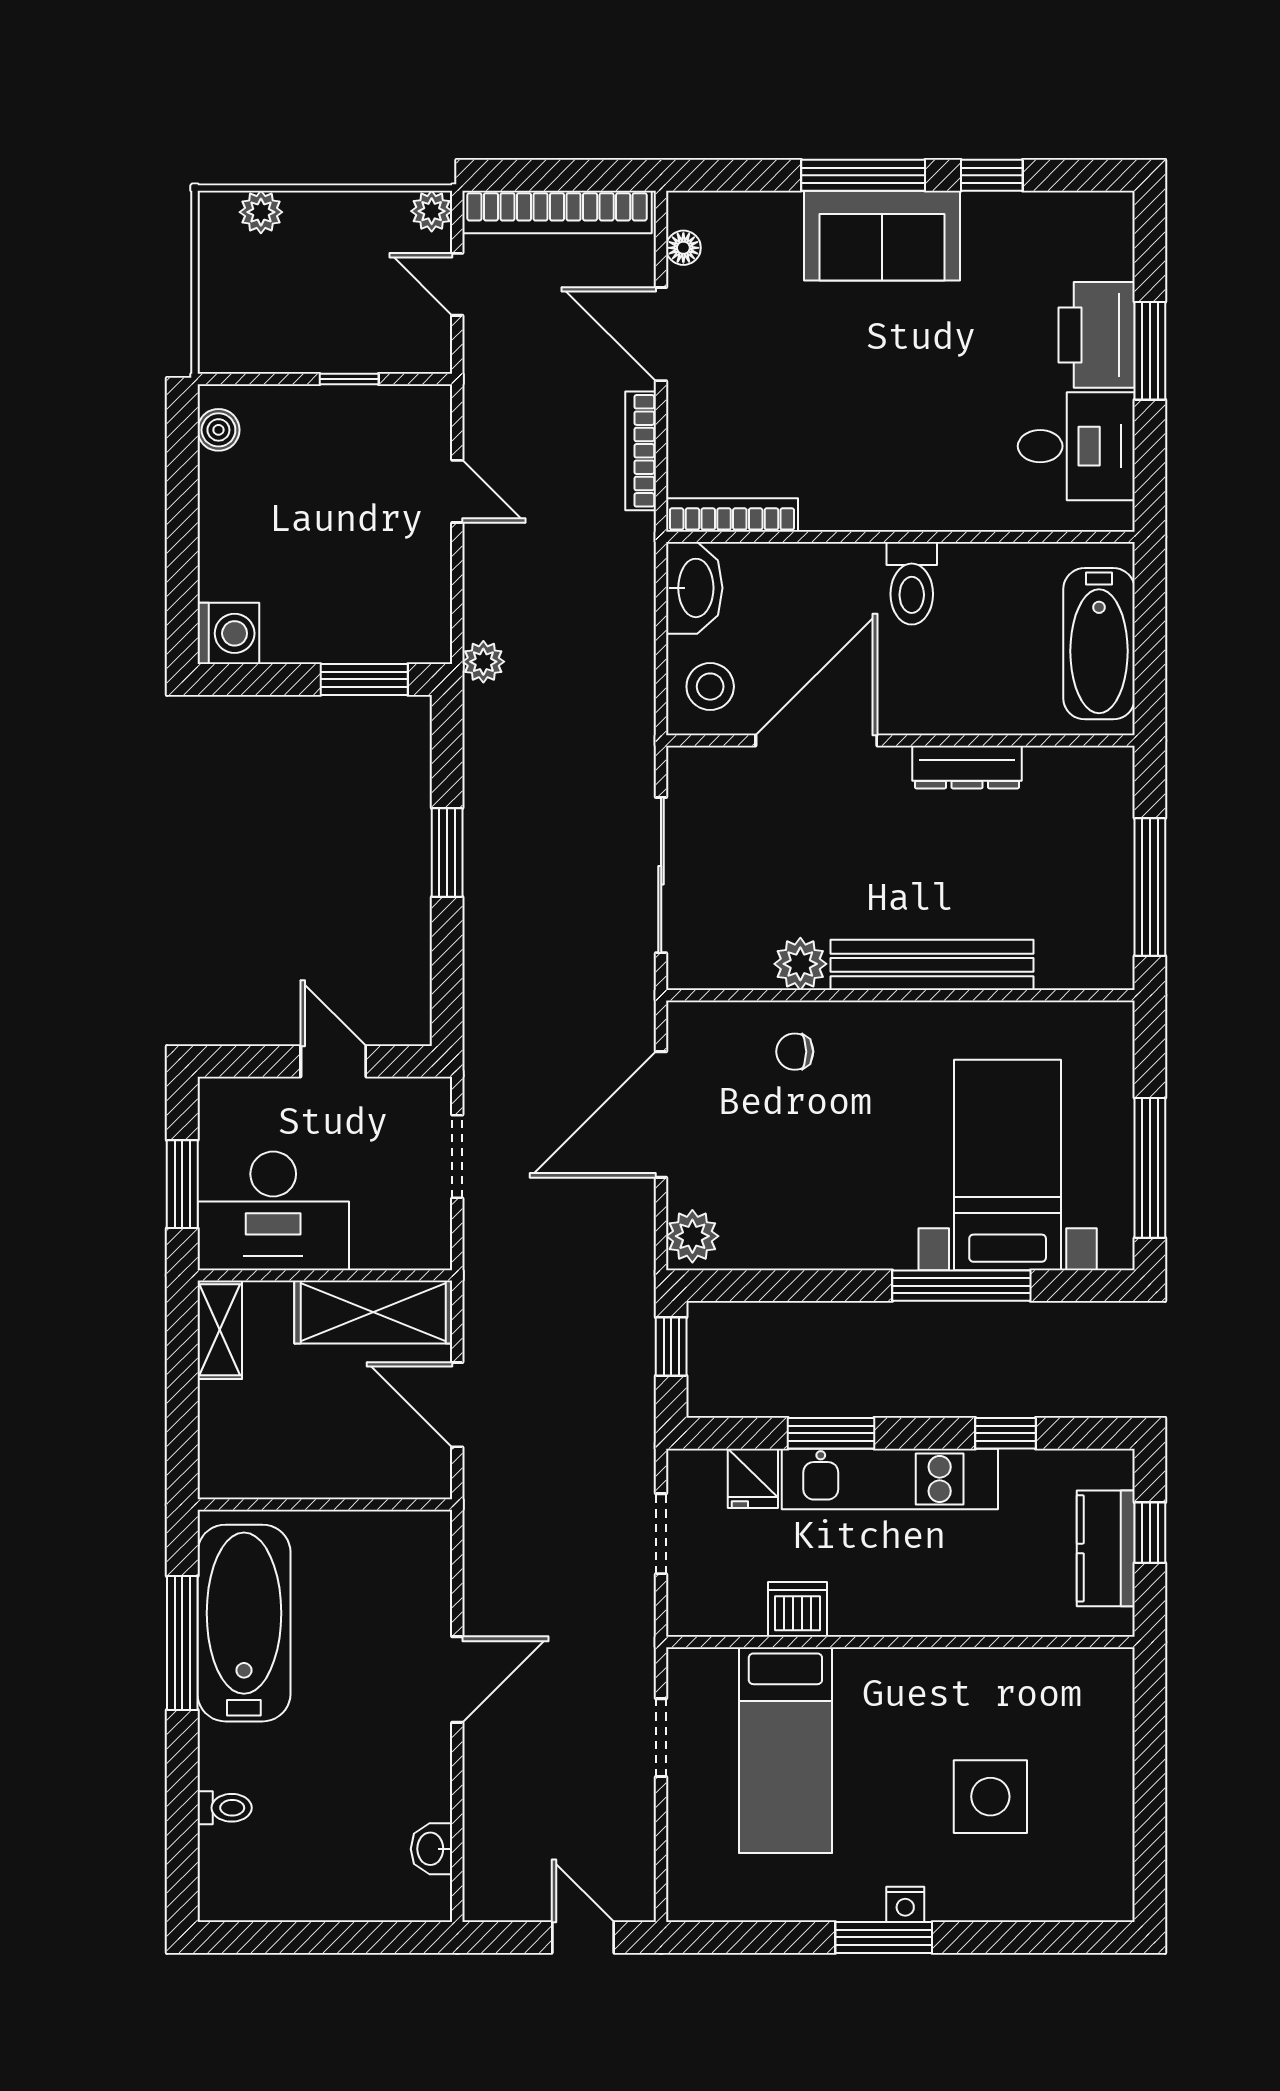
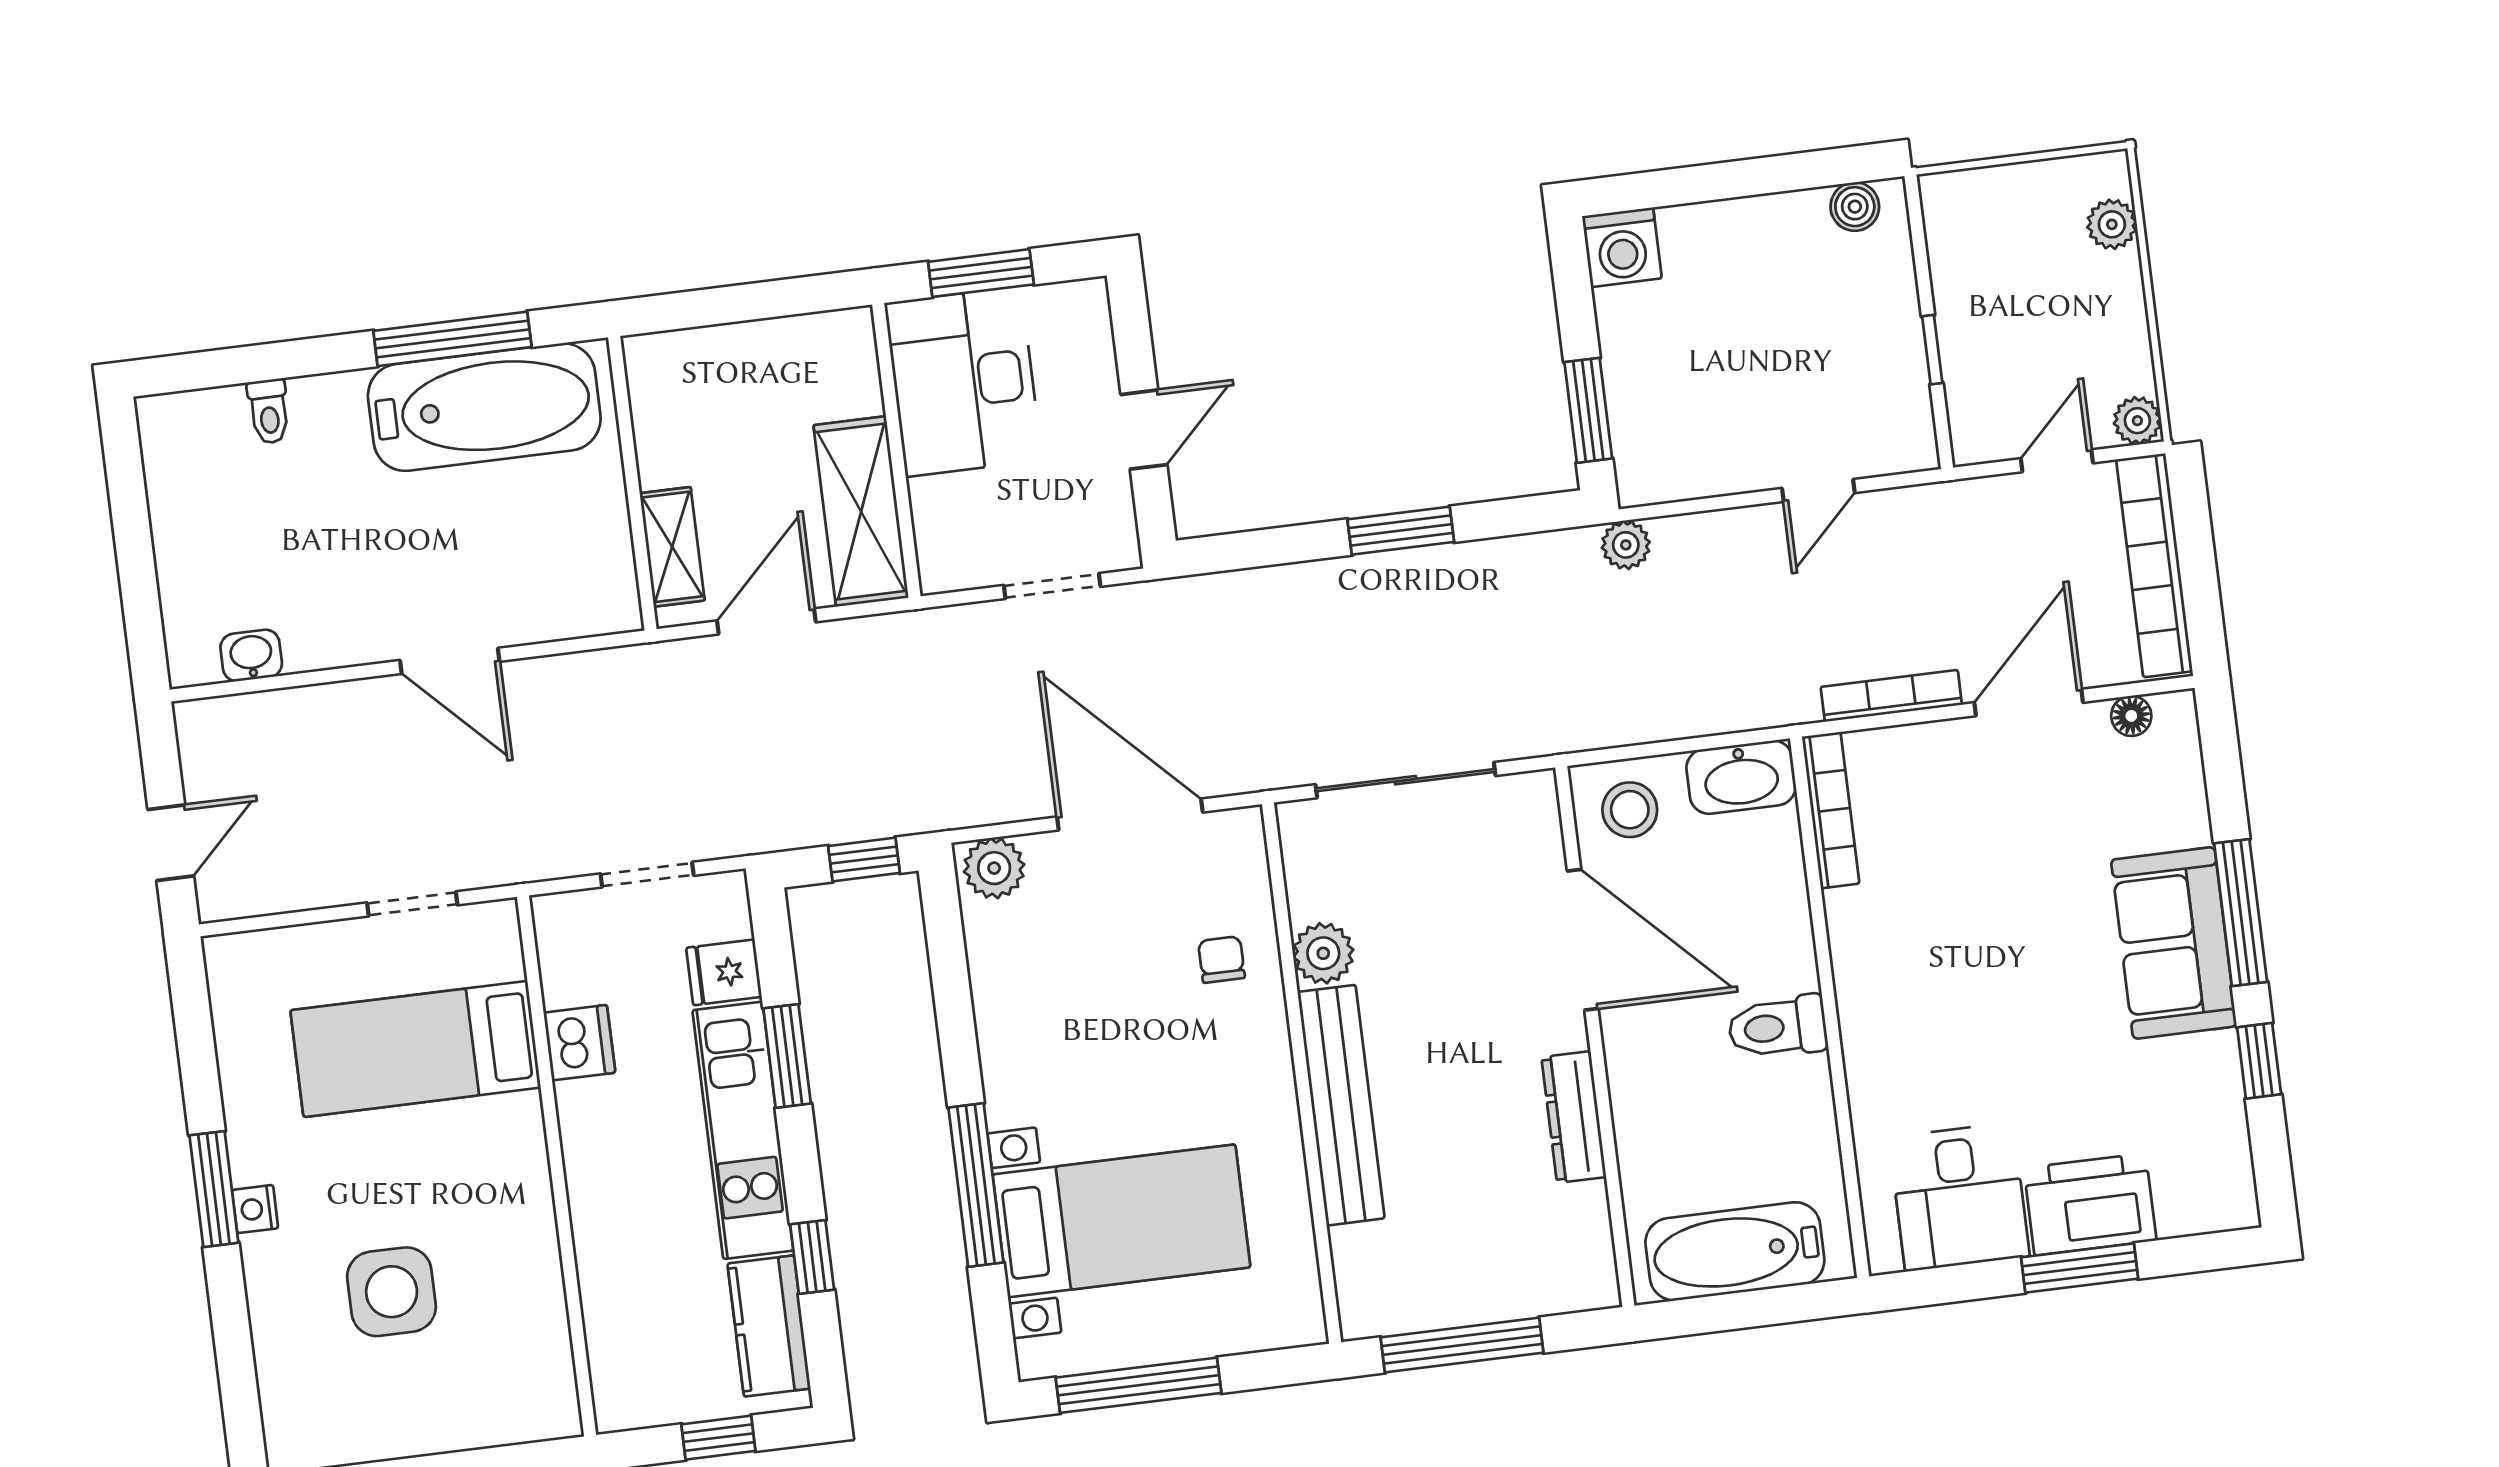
shelving: (220, 1330) -> (672, 547), moved, turned 90
kitchen counter: (1106, 1548) -> (769, 1326), moved, turned -90

